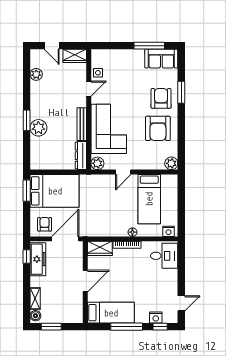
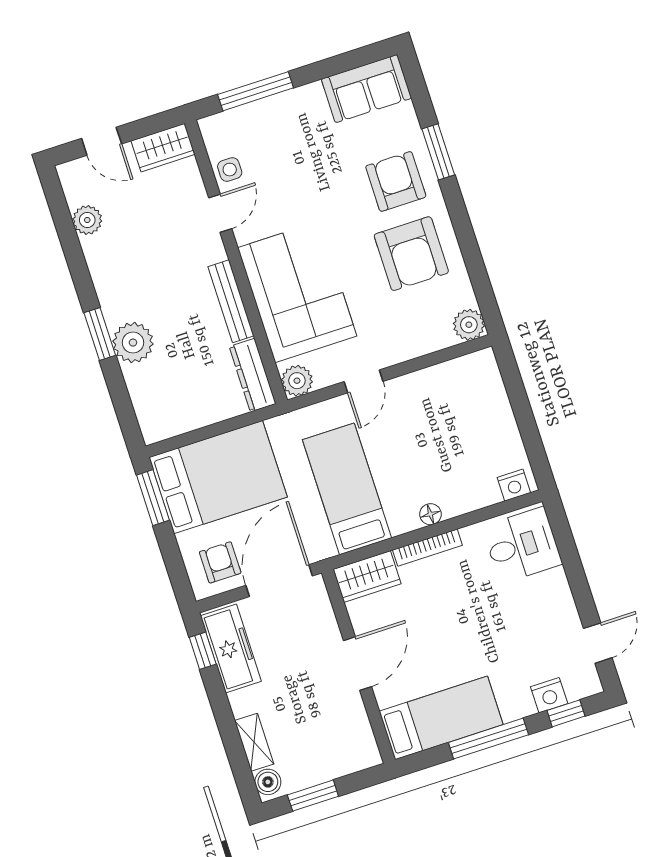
window: (149, 46) -> (256, 91), moved
bed: (149, 199) -> (347, 489), moved, turned 180

